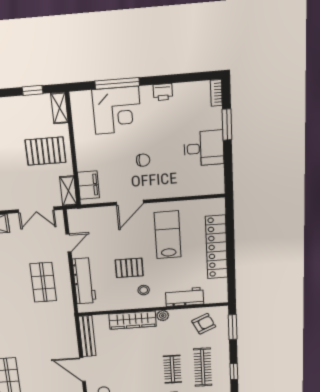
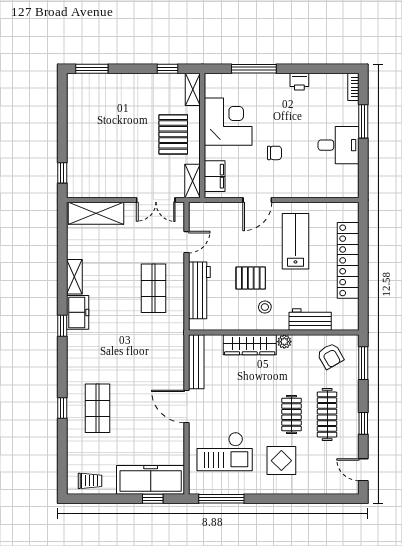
corner desk: (117, 110) -> (228, 122), moved, turned -90
pallet: (45, 151) -> (173, 134), turned 90
armchair: (204, 324) -> (330, 356), turned 85

